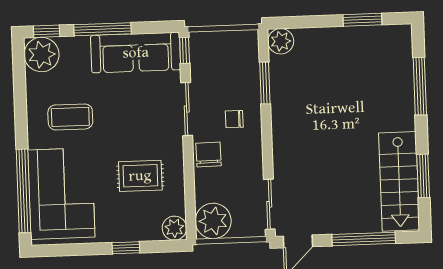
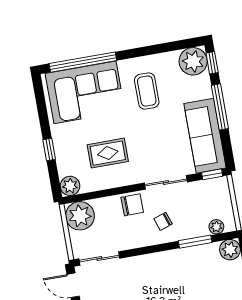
plant: (250, 54) -> (216, 227), added
chair: (234, 119) -> (163, 221), turned -109
rug: (140, 176) -> (108, 153), turned 90

